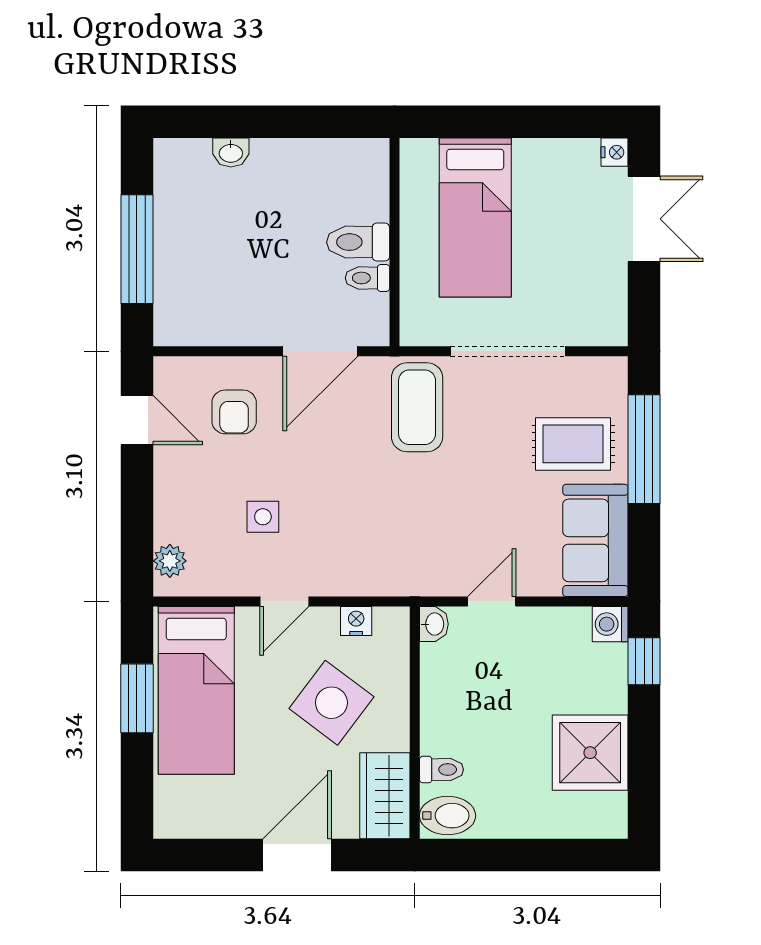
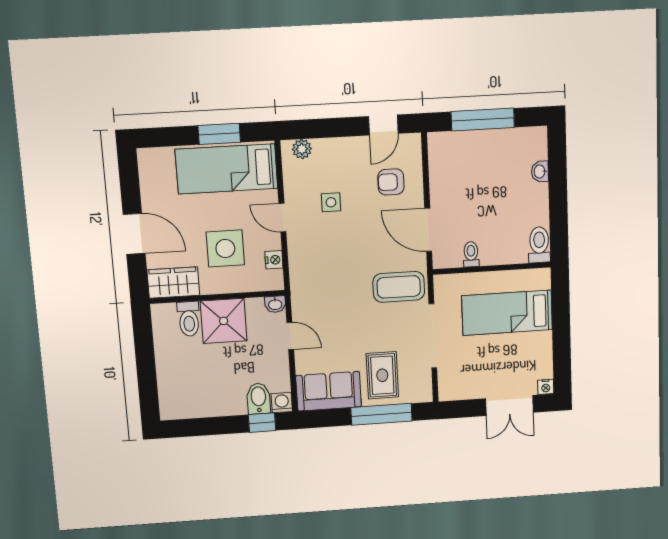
toilet: (358, 242) -> (539, 245), moved
side table: (331, 703) -> (225, 248), turned -37
shower: (590, 753) -> (224, 321), moved
toilet: (441, 770) -> (189, 319), width x1.37, depth x1.39
bidet: (448, 816) -> (259, 398), moved, turned 180

